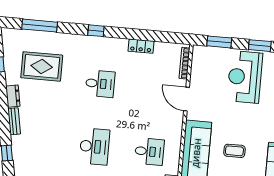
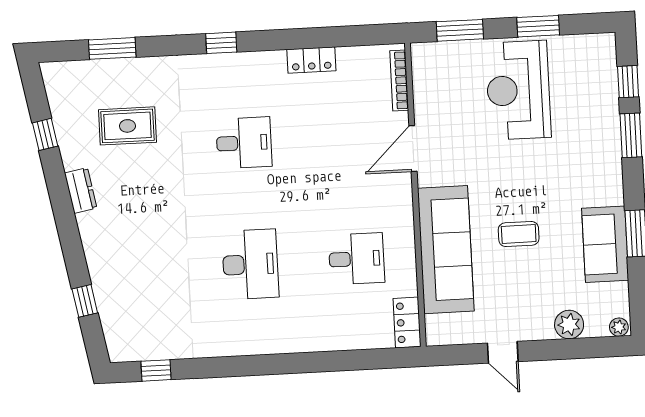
window: (40, 26) -> (112, 48), width x0.69
rug: (42, 66) -> (127, 126), width x0.73, depth x0.70
door: (186, 99) -> (413, 148), hinge flipped
bench: (14, 121) -> (90, 238), removed

